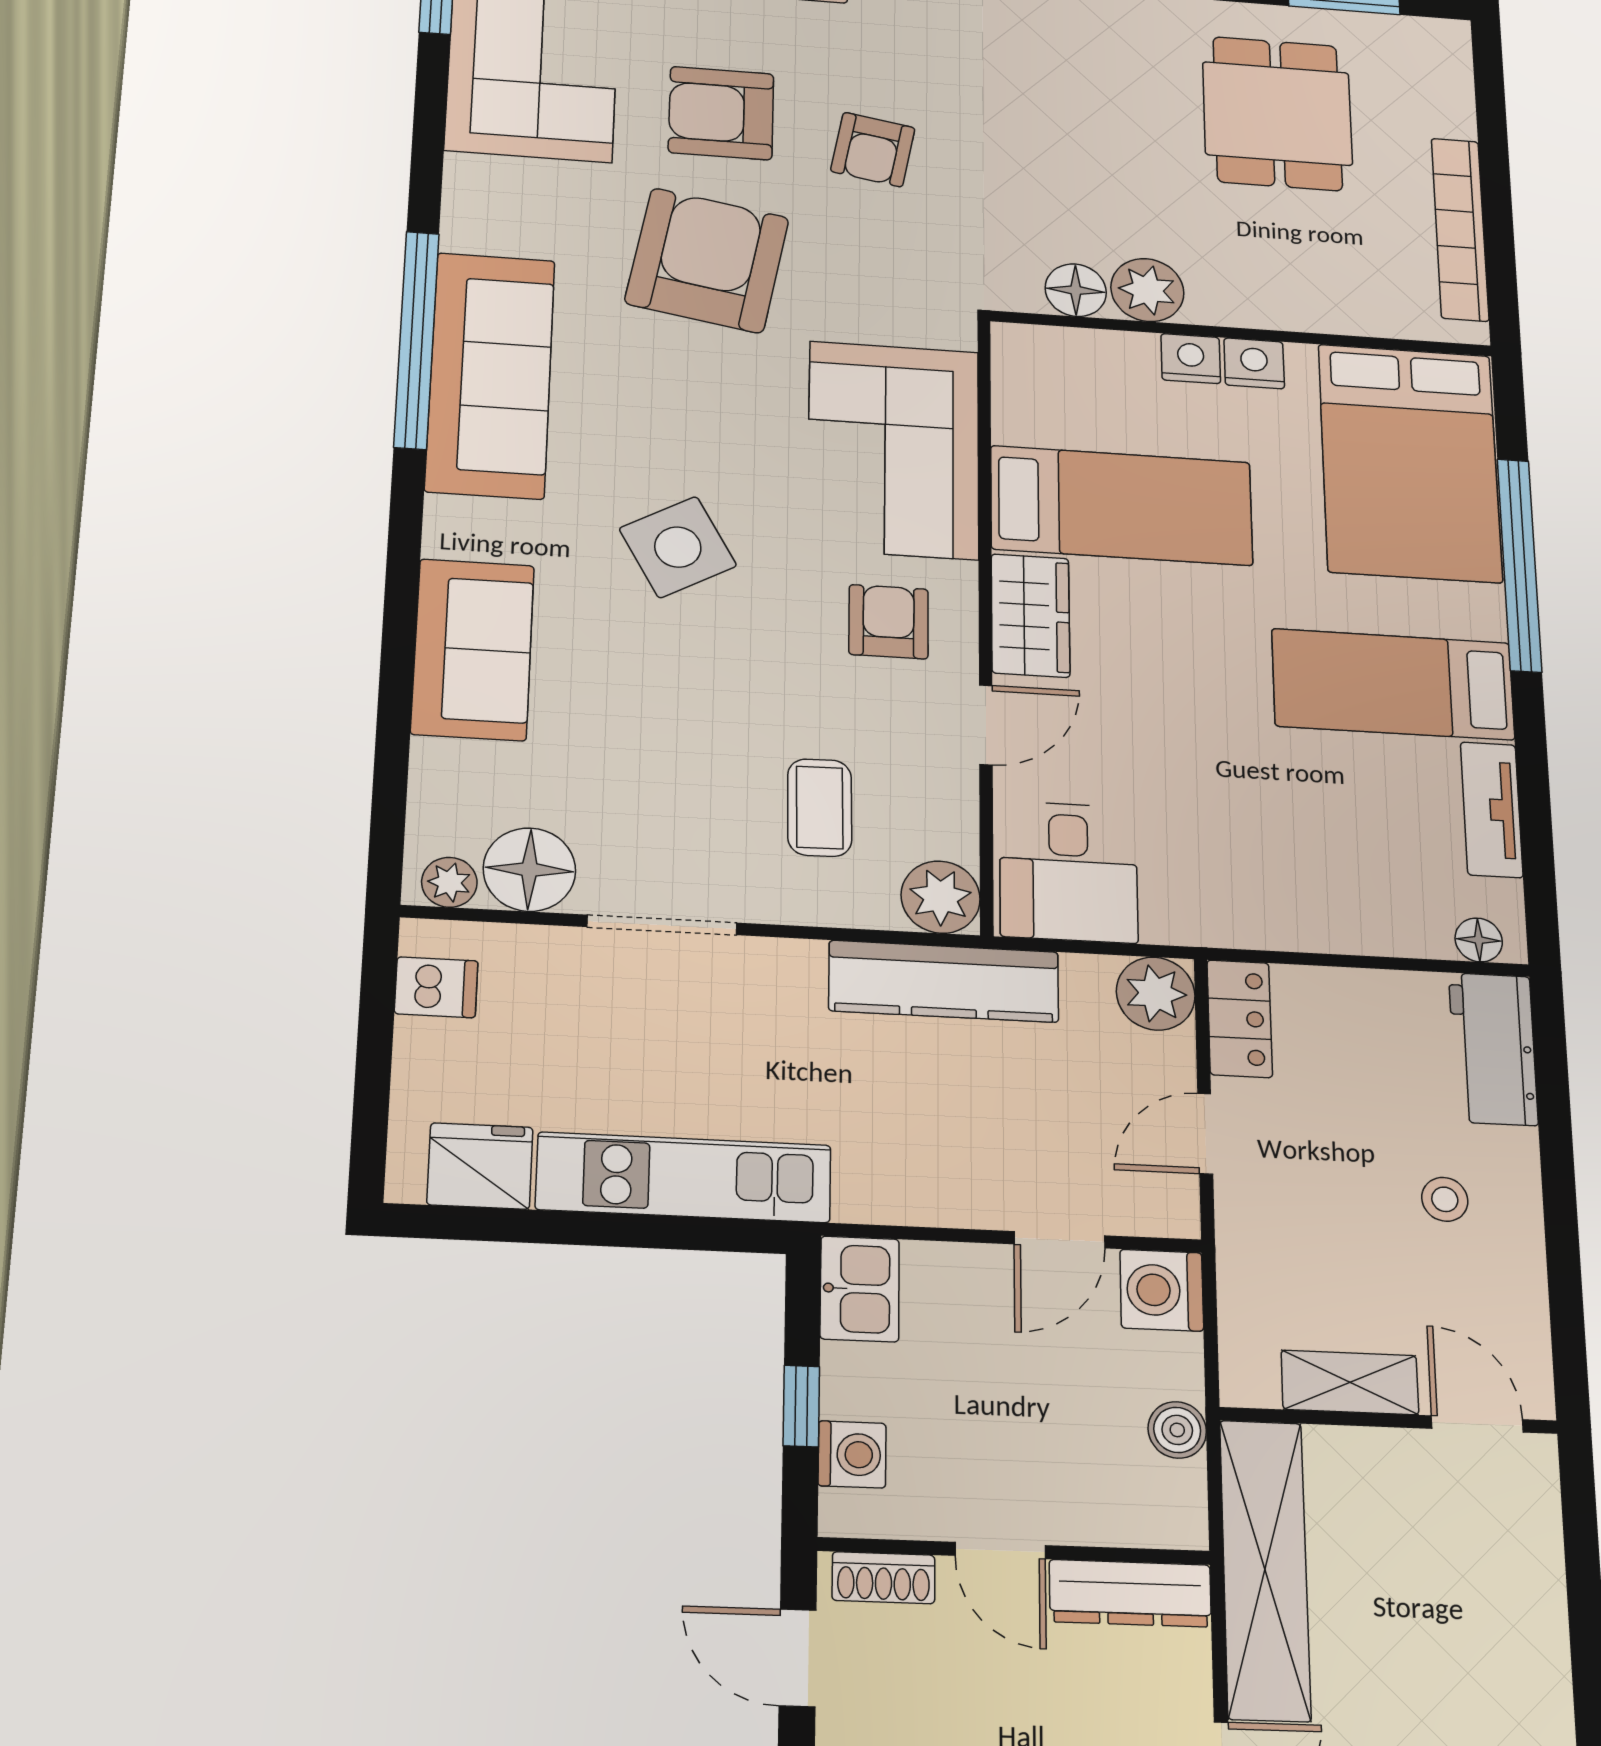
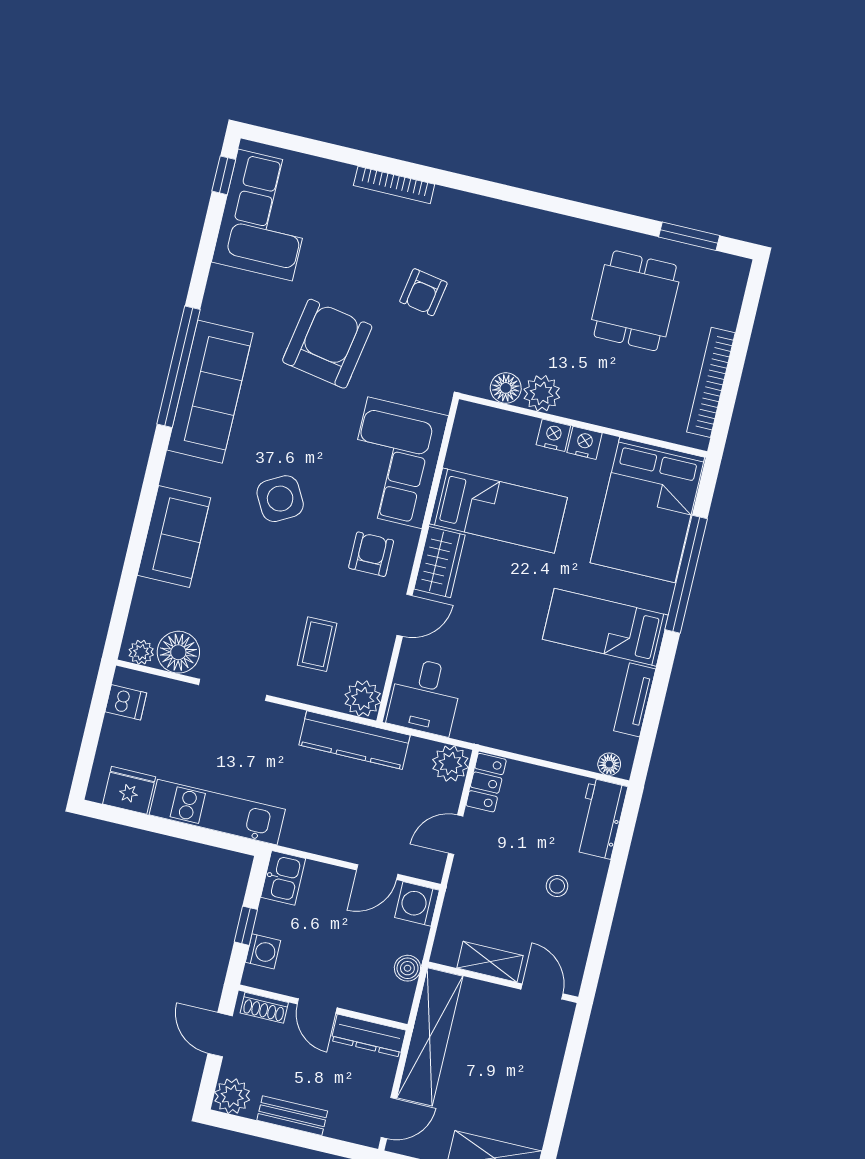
armchair: (721, 113) -> (352, 260), removed

